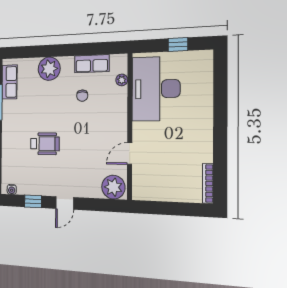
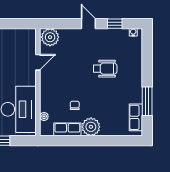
plant: (49, 69) -> (91, 127), moved
wheelchair: (45, 144) -> (105, 69), turned 180
door: (65, 203) -> (88, 24), hinge flipped

